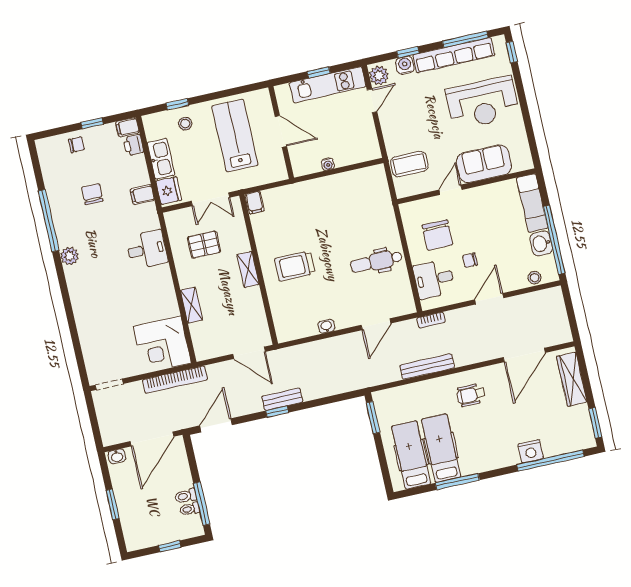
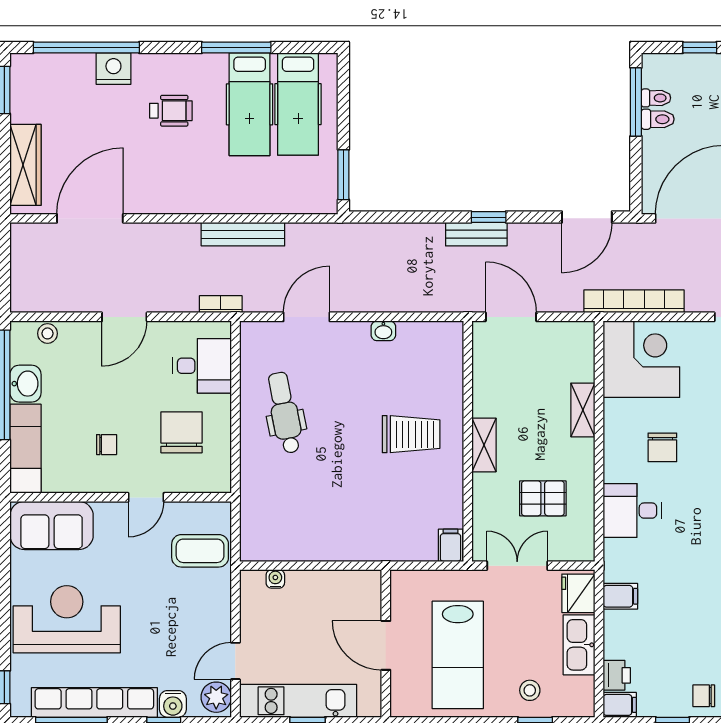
water cooler: (328, 164) -> (275, 579), moved
sofa: (484, 164) -> (52, 525), moved
chair: (92, 194) -> (662, 447), moved
chair: (470, 260) -> (107, 445), moved
dental chair: (376, 262) -> (285, 413), turned -101
wheelchair: (471, 395) -> (171, 111), moved

